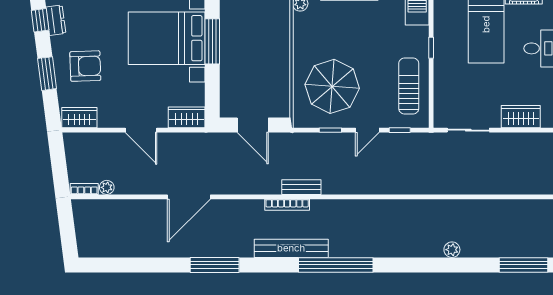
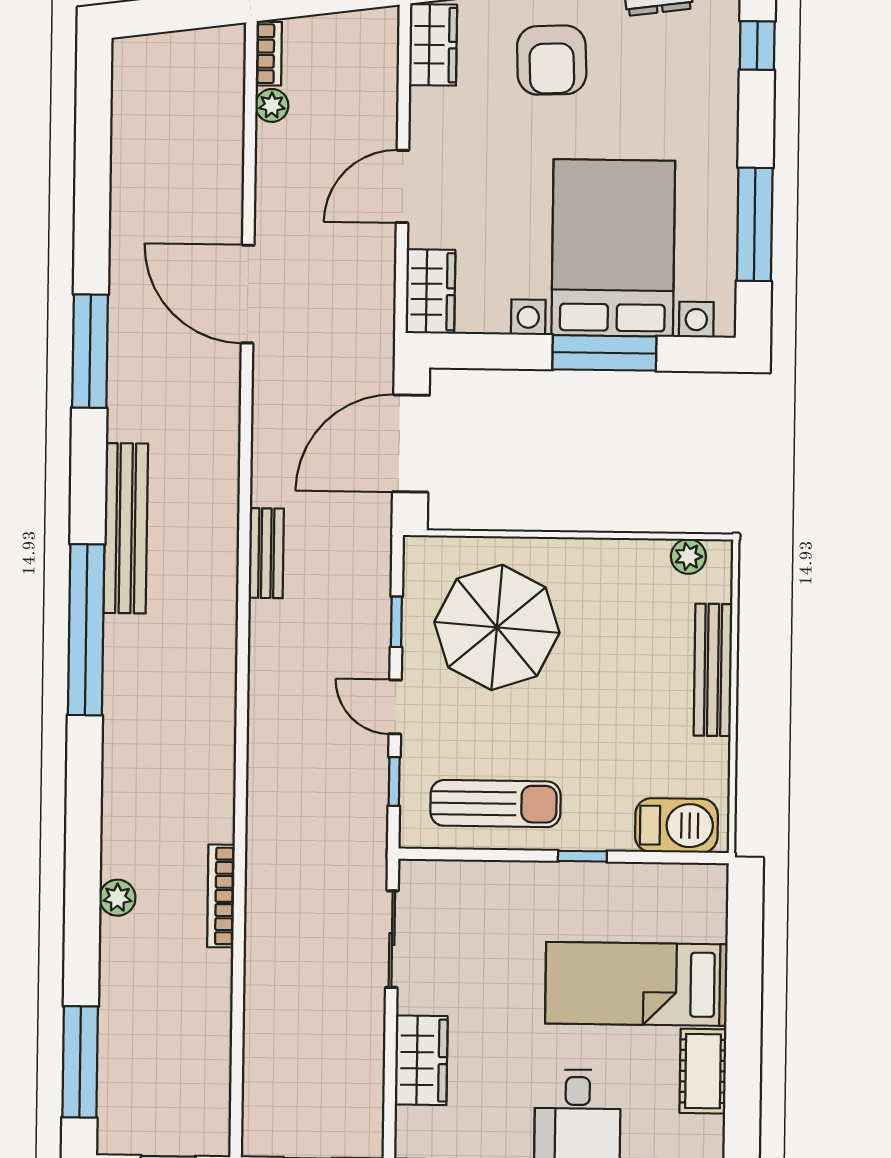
door: (253, 125) -> (411, 443), width x1.36
bookcase: (287, 205) -> (221, 896), moved

